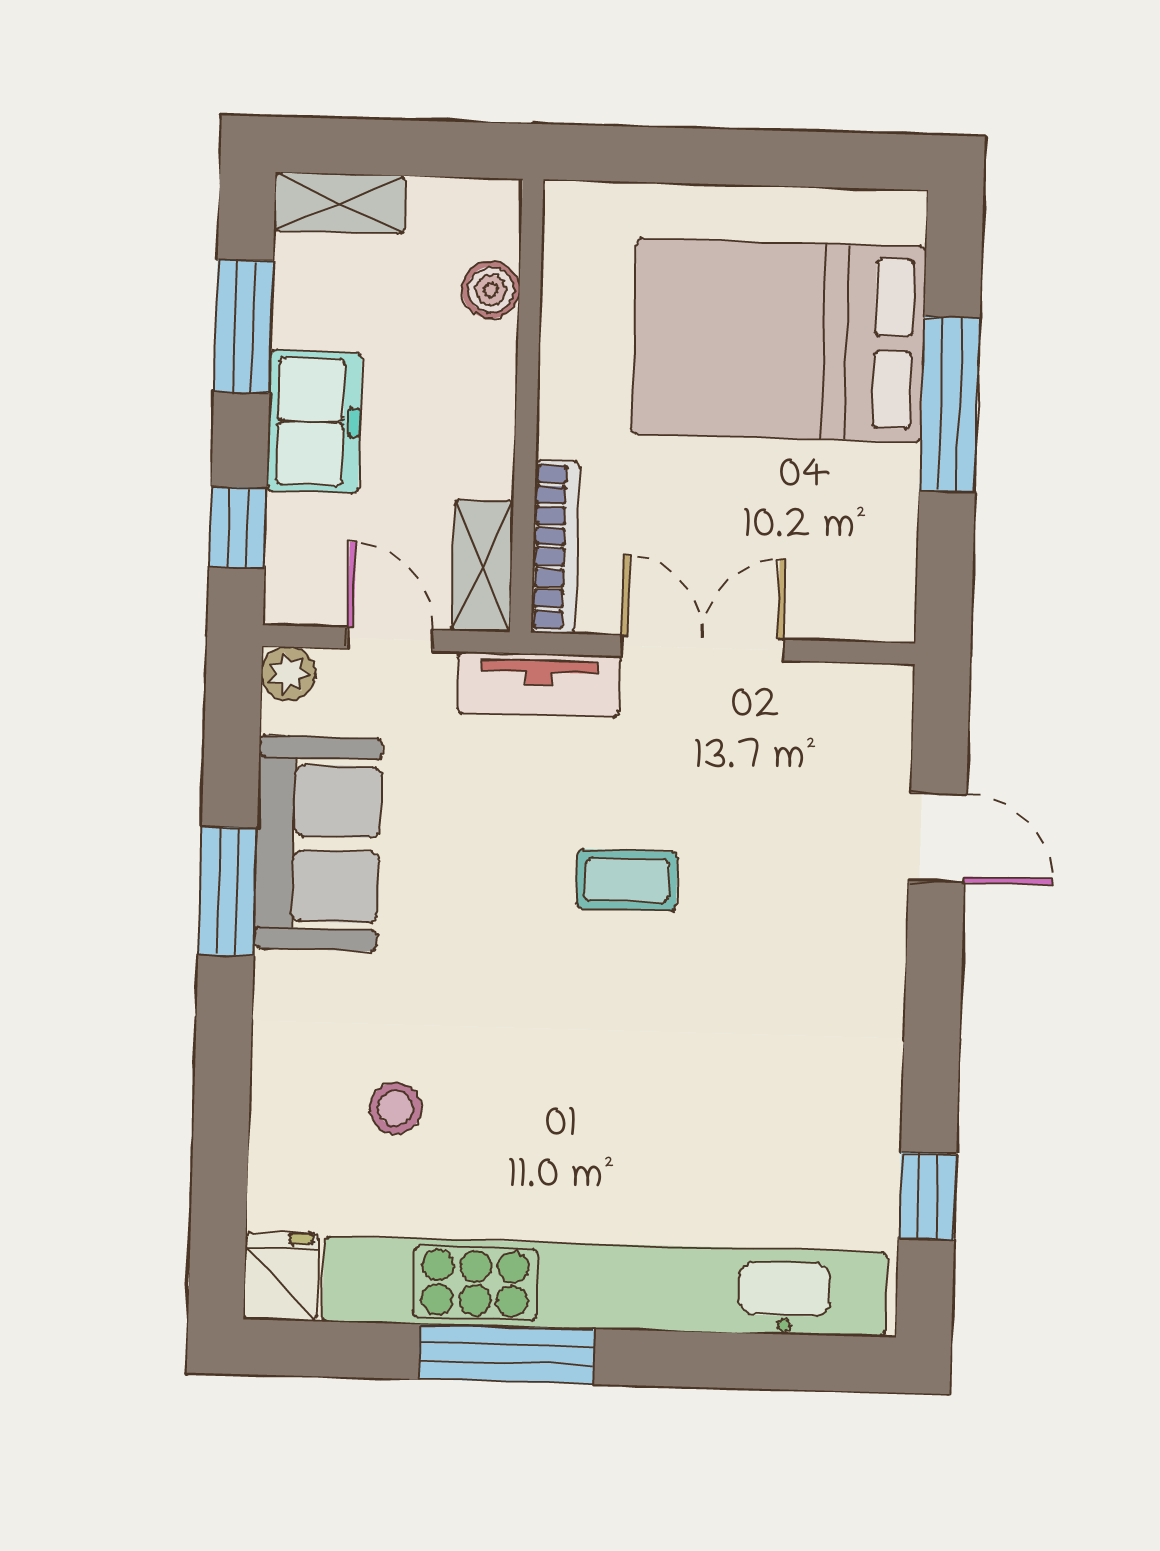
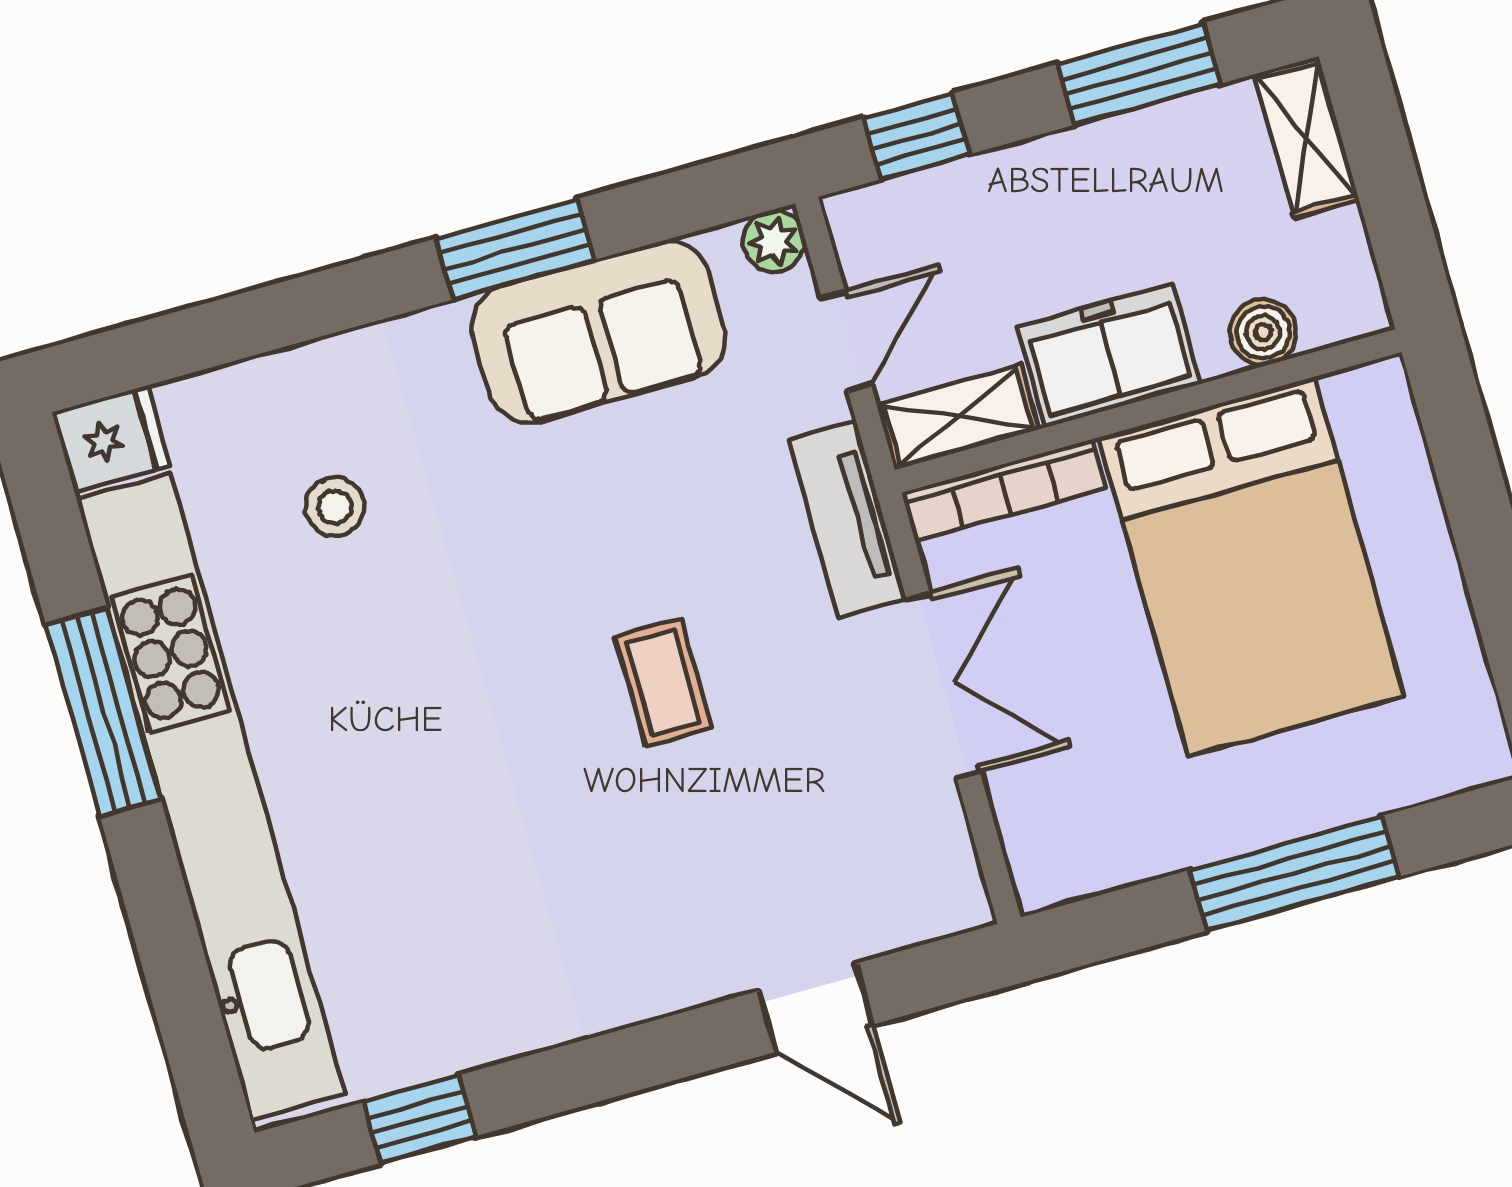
bed: (779, 340) -> (1251, 567), moved, turned 180
freezer: (314, 422) -> (1109, 355), moved, turned 180
door: (938, 838) -> (816, 1008), hinge flipped

